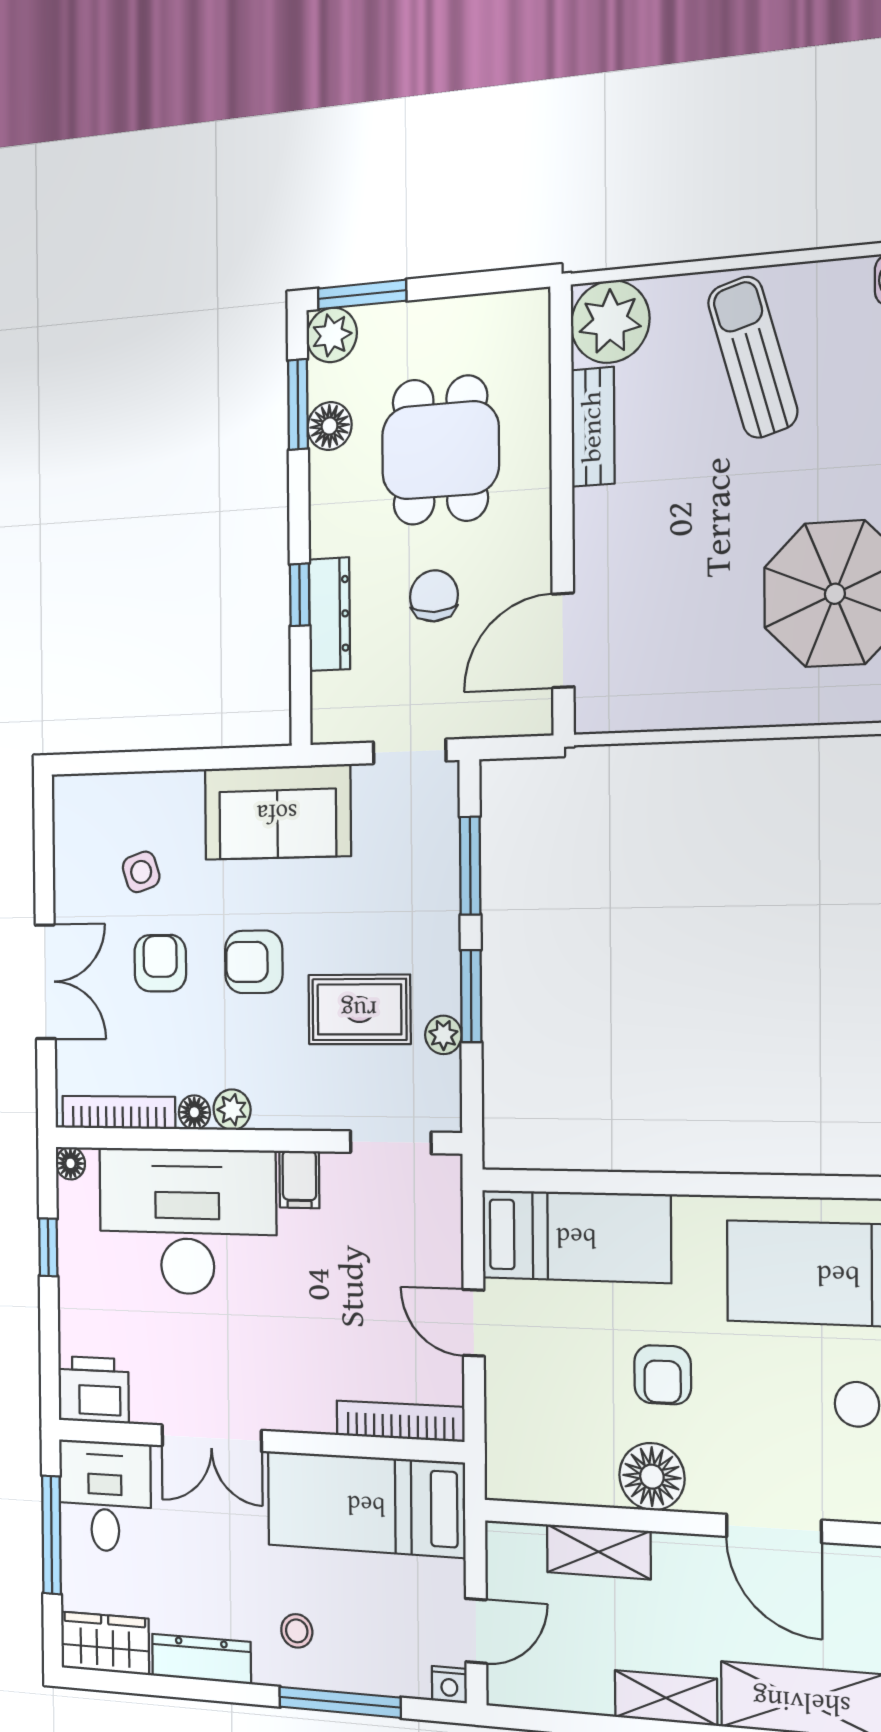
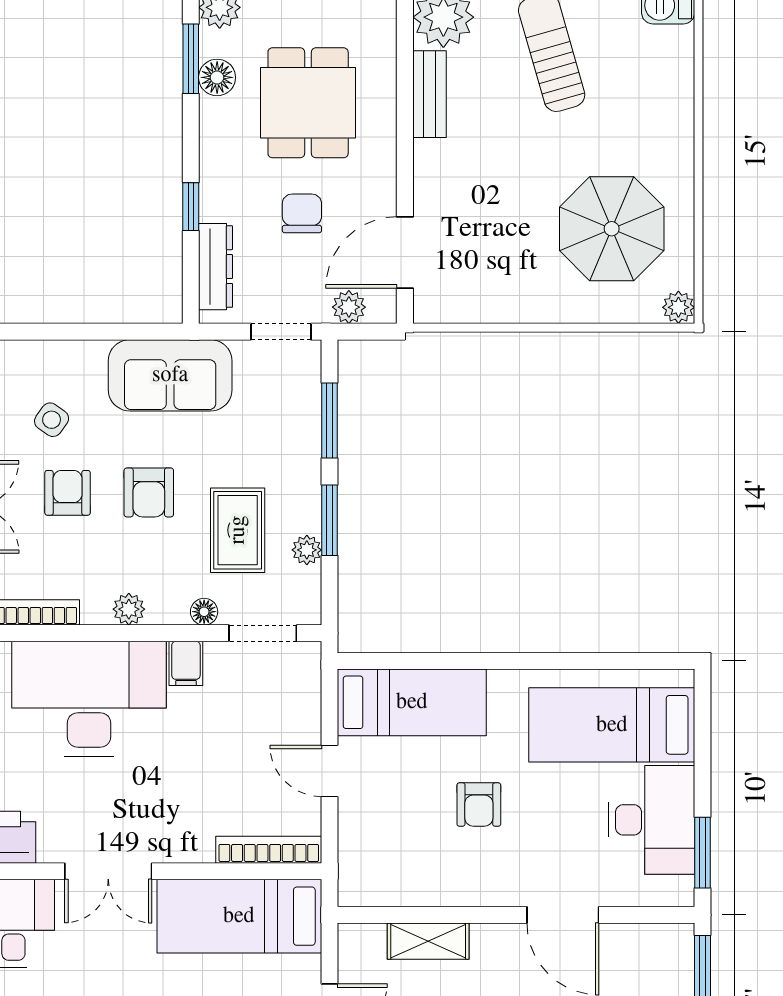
dresser: (329, 614) -> (216, 267), moved
plant: (493, 716) -> (349, 307), added
side table: (141, 872) -> (52, 420), turned -37
armchair: (254, 962) -> (149, 492), turned -90
rug: (359, 1009) -> (238, 530), turned 90
floor lamp: (194, 1112) -> (204, 612), moved
floor lamp: (652, 1477) -> (470, 882), removed

